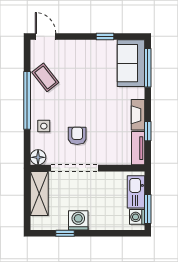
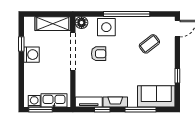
window: (148, 68) -> (141, 110), moved
coffee table: (45, 77) -> (149, 44), moved
side table: (44, 126) -> (106, 27), width x1.87, depth x1.87

